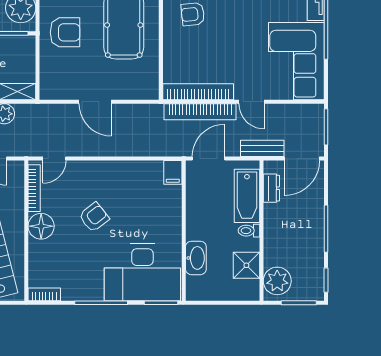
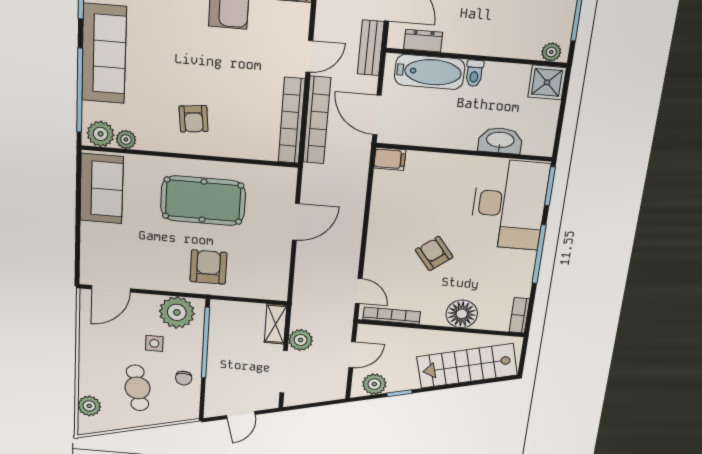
door: (95, 102) -> (296, 222), moved
floor lamp: (41, 226) -> (462, 314), moved
shower: (246, 265) -> (547, 82), moved
plant: (277, 281) -> (551, 52), width x0.53, depth x0.53

